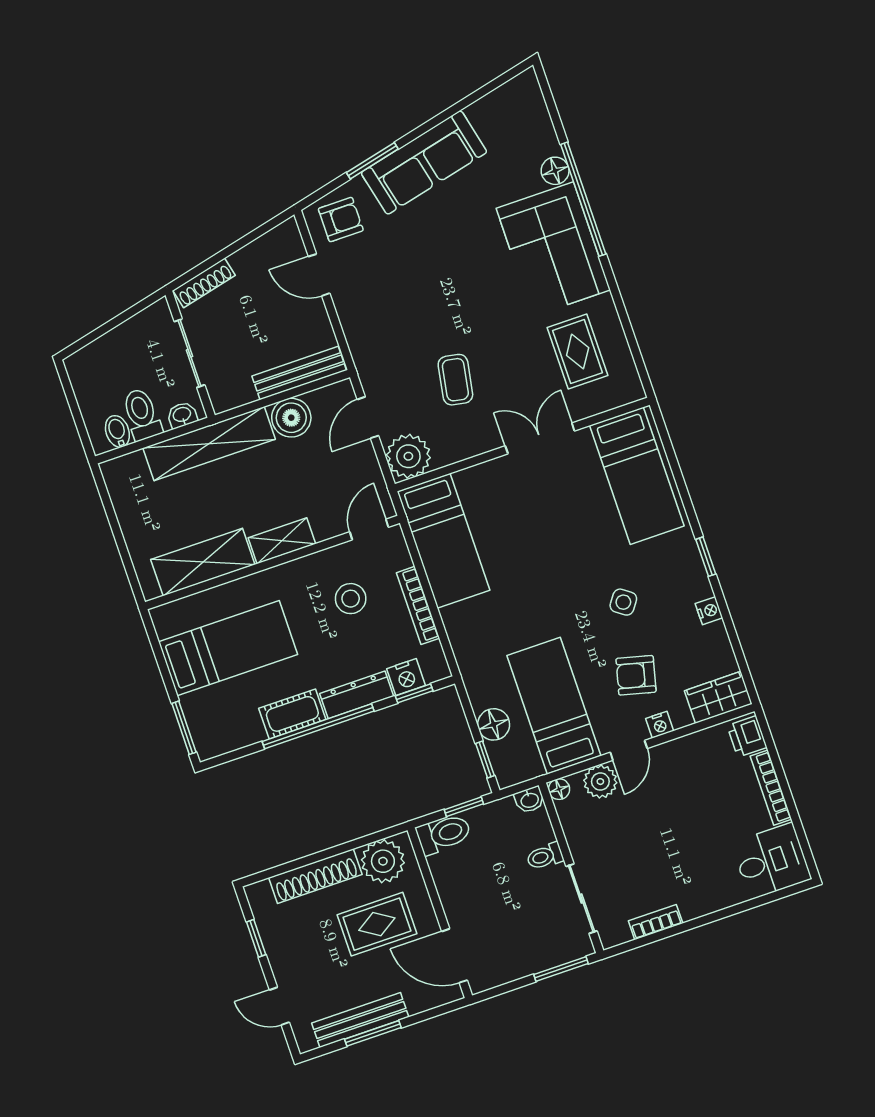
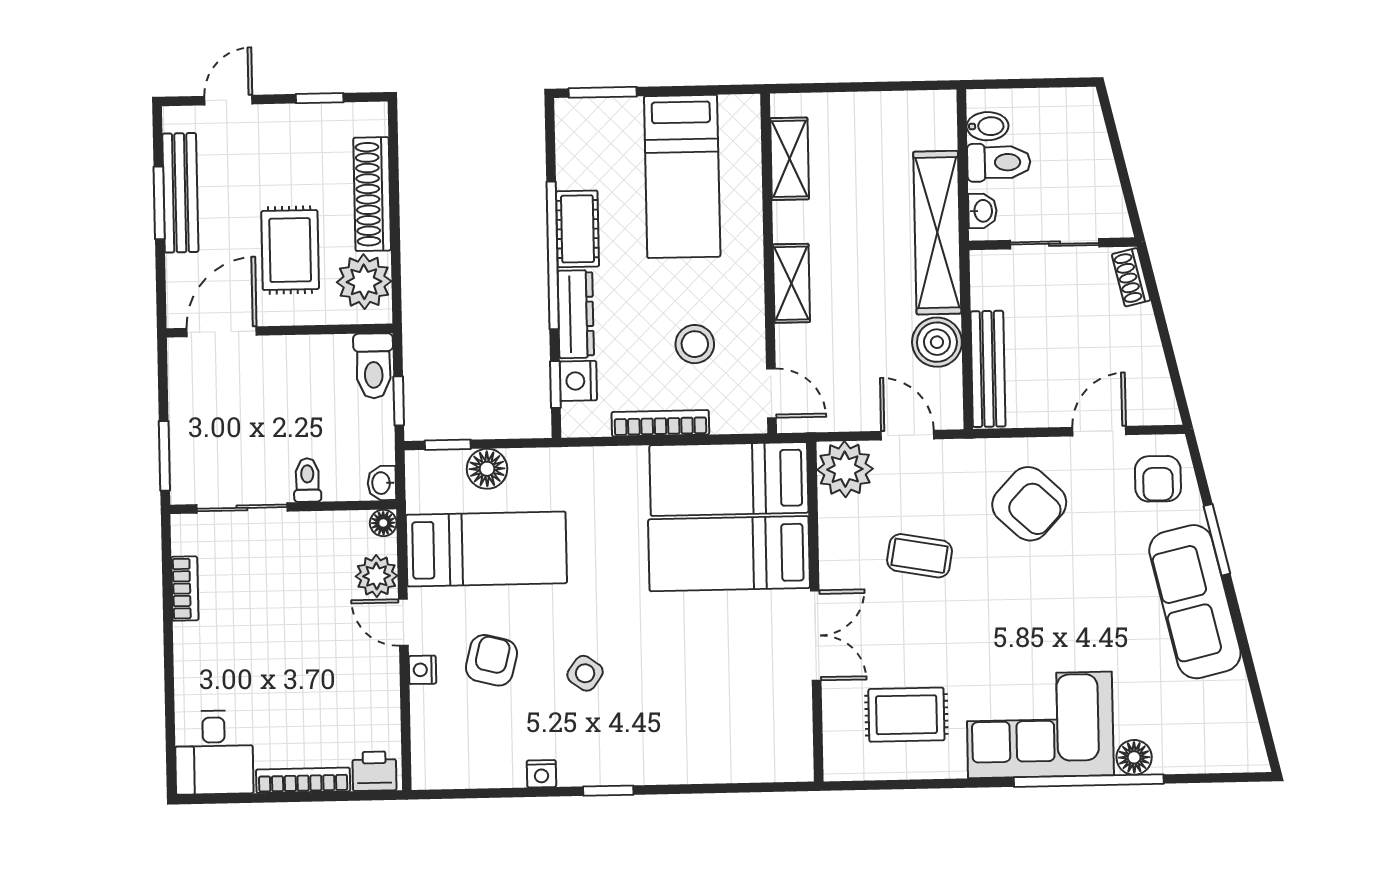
shoe rack: (204, 283) -> (1131, 277), width x0.70
armchair: (390, 310) -> (1029, 504), added
bed: (637, 476) -> (729, 554), moved
shelving: (203, 562) -> (790, 159), width x0.67, depth x0.75
wardrobe: (718, 697) -> (433, 751), removed

